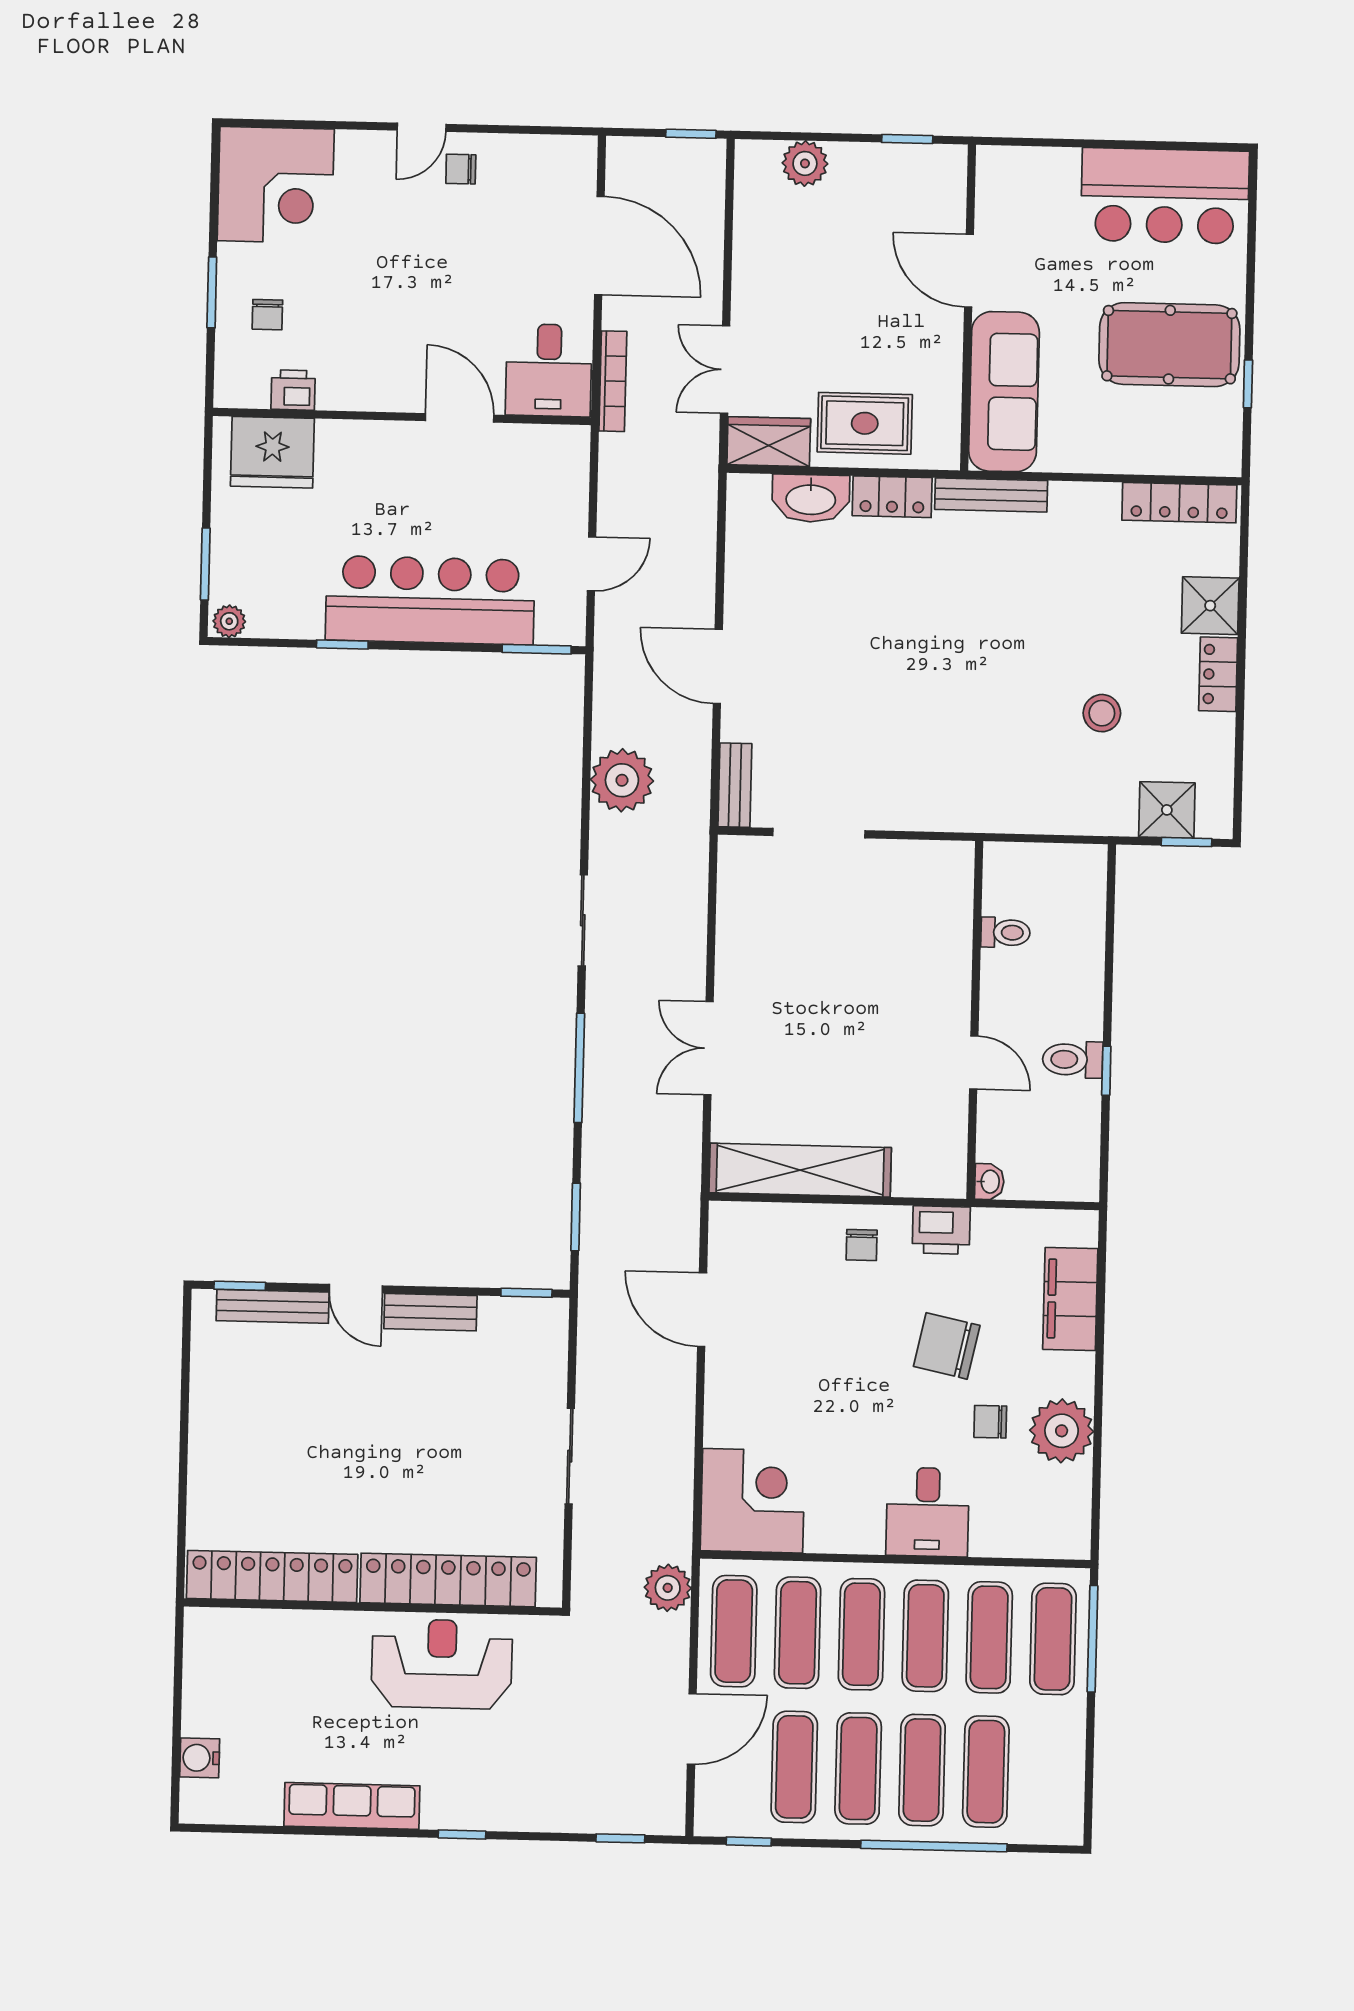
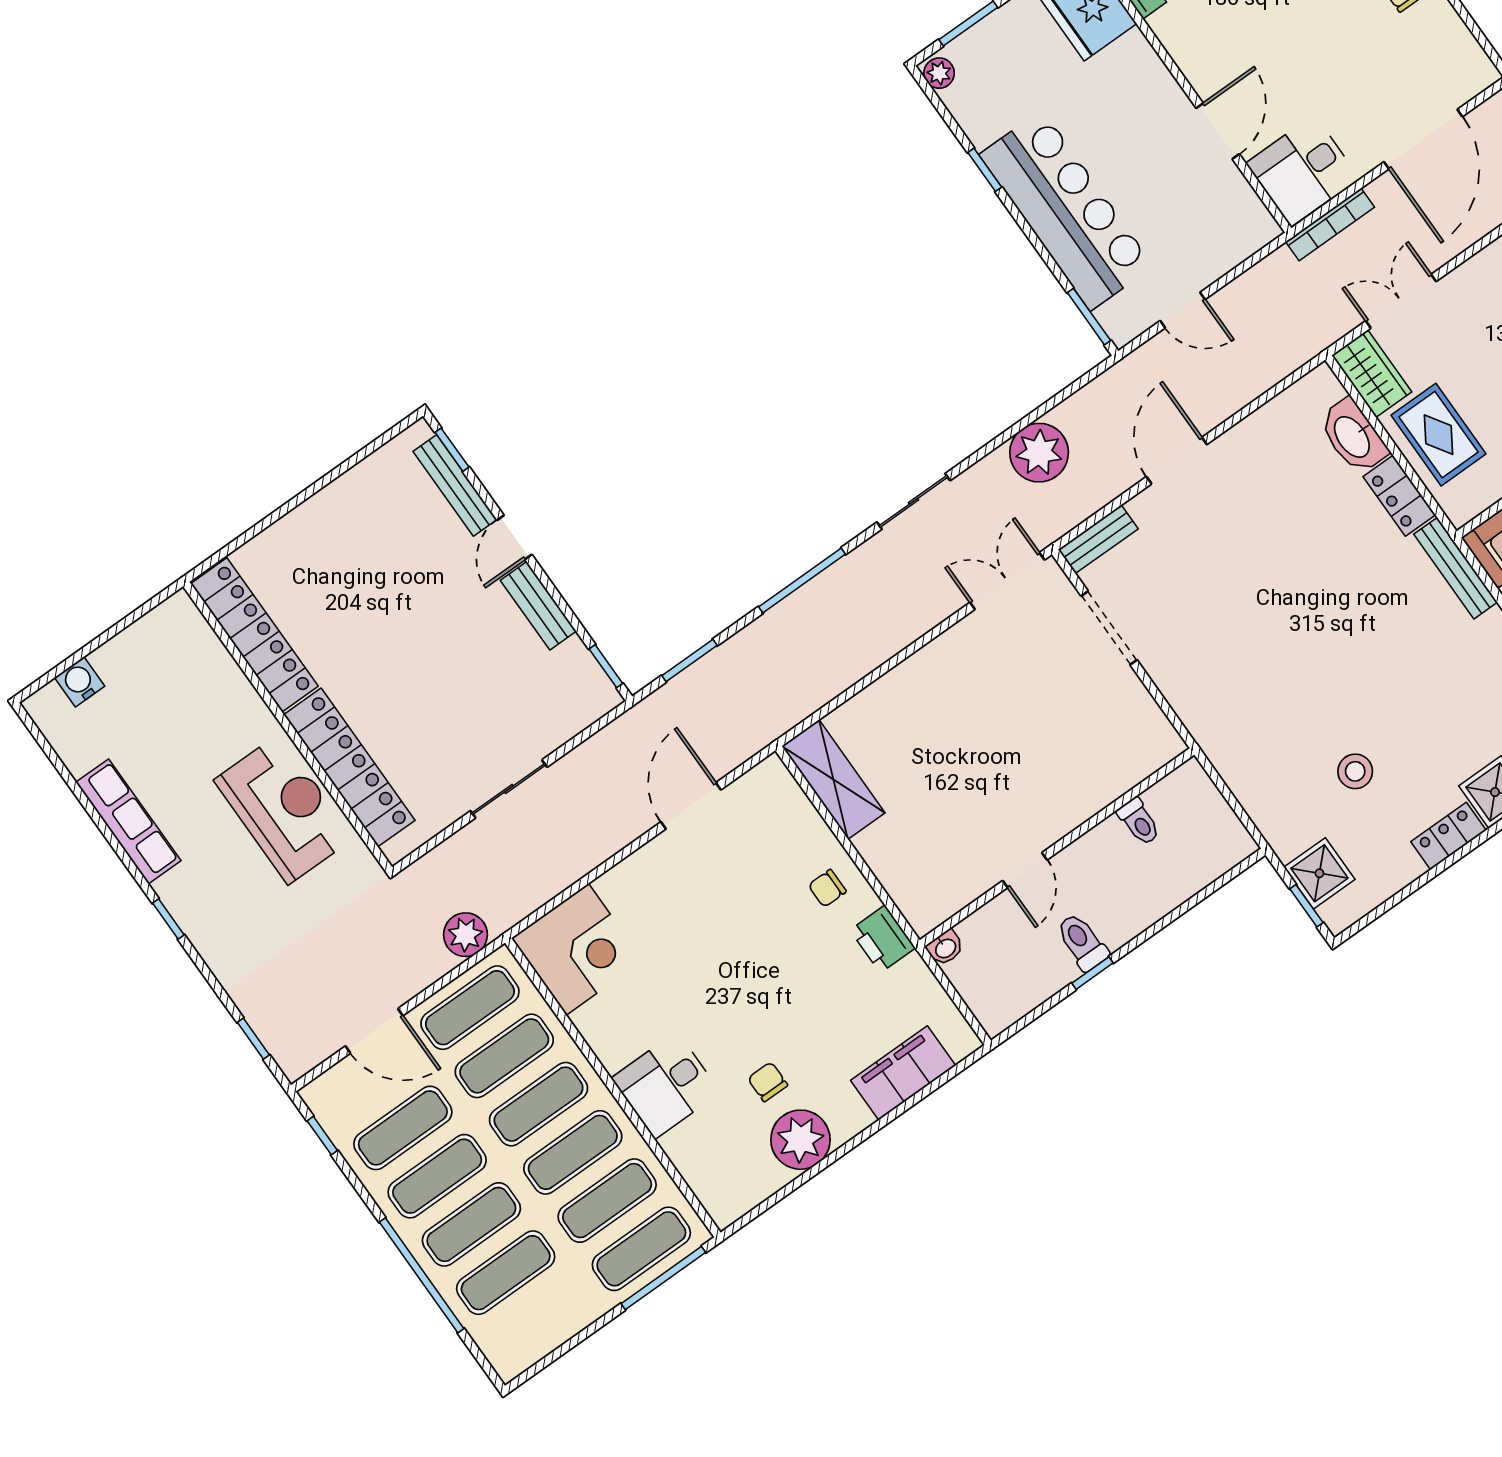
double door: (709, 1048) -> (1007, 581), moved
shelving: (800, 1170) -> (833, 779), width x0.68
chair: (947, 1346) -> (800, 1007), removed

